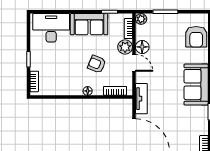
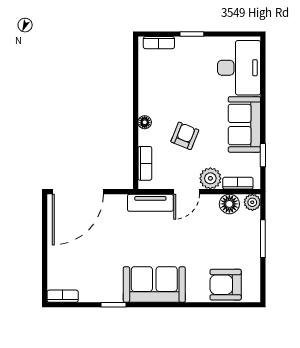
floor lamp: (142, 47) -> (229, 204), moved
tv unit: (141, 99) -> (150, 203), moved

